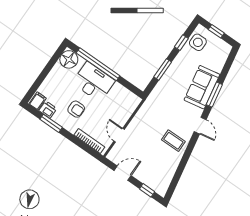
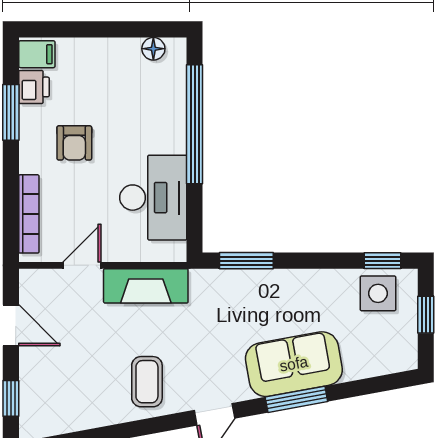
window: (181, 43) -> (382, 261), moved
floor lamp: (69, 59) -> (153, 49), width x0.53, depth x0.53
window: (163, 69) -> (246, 261), moved
desk: (94, 82) -> (153, 198), moved
fireplace: (141, 119) -> (146, 286), added

